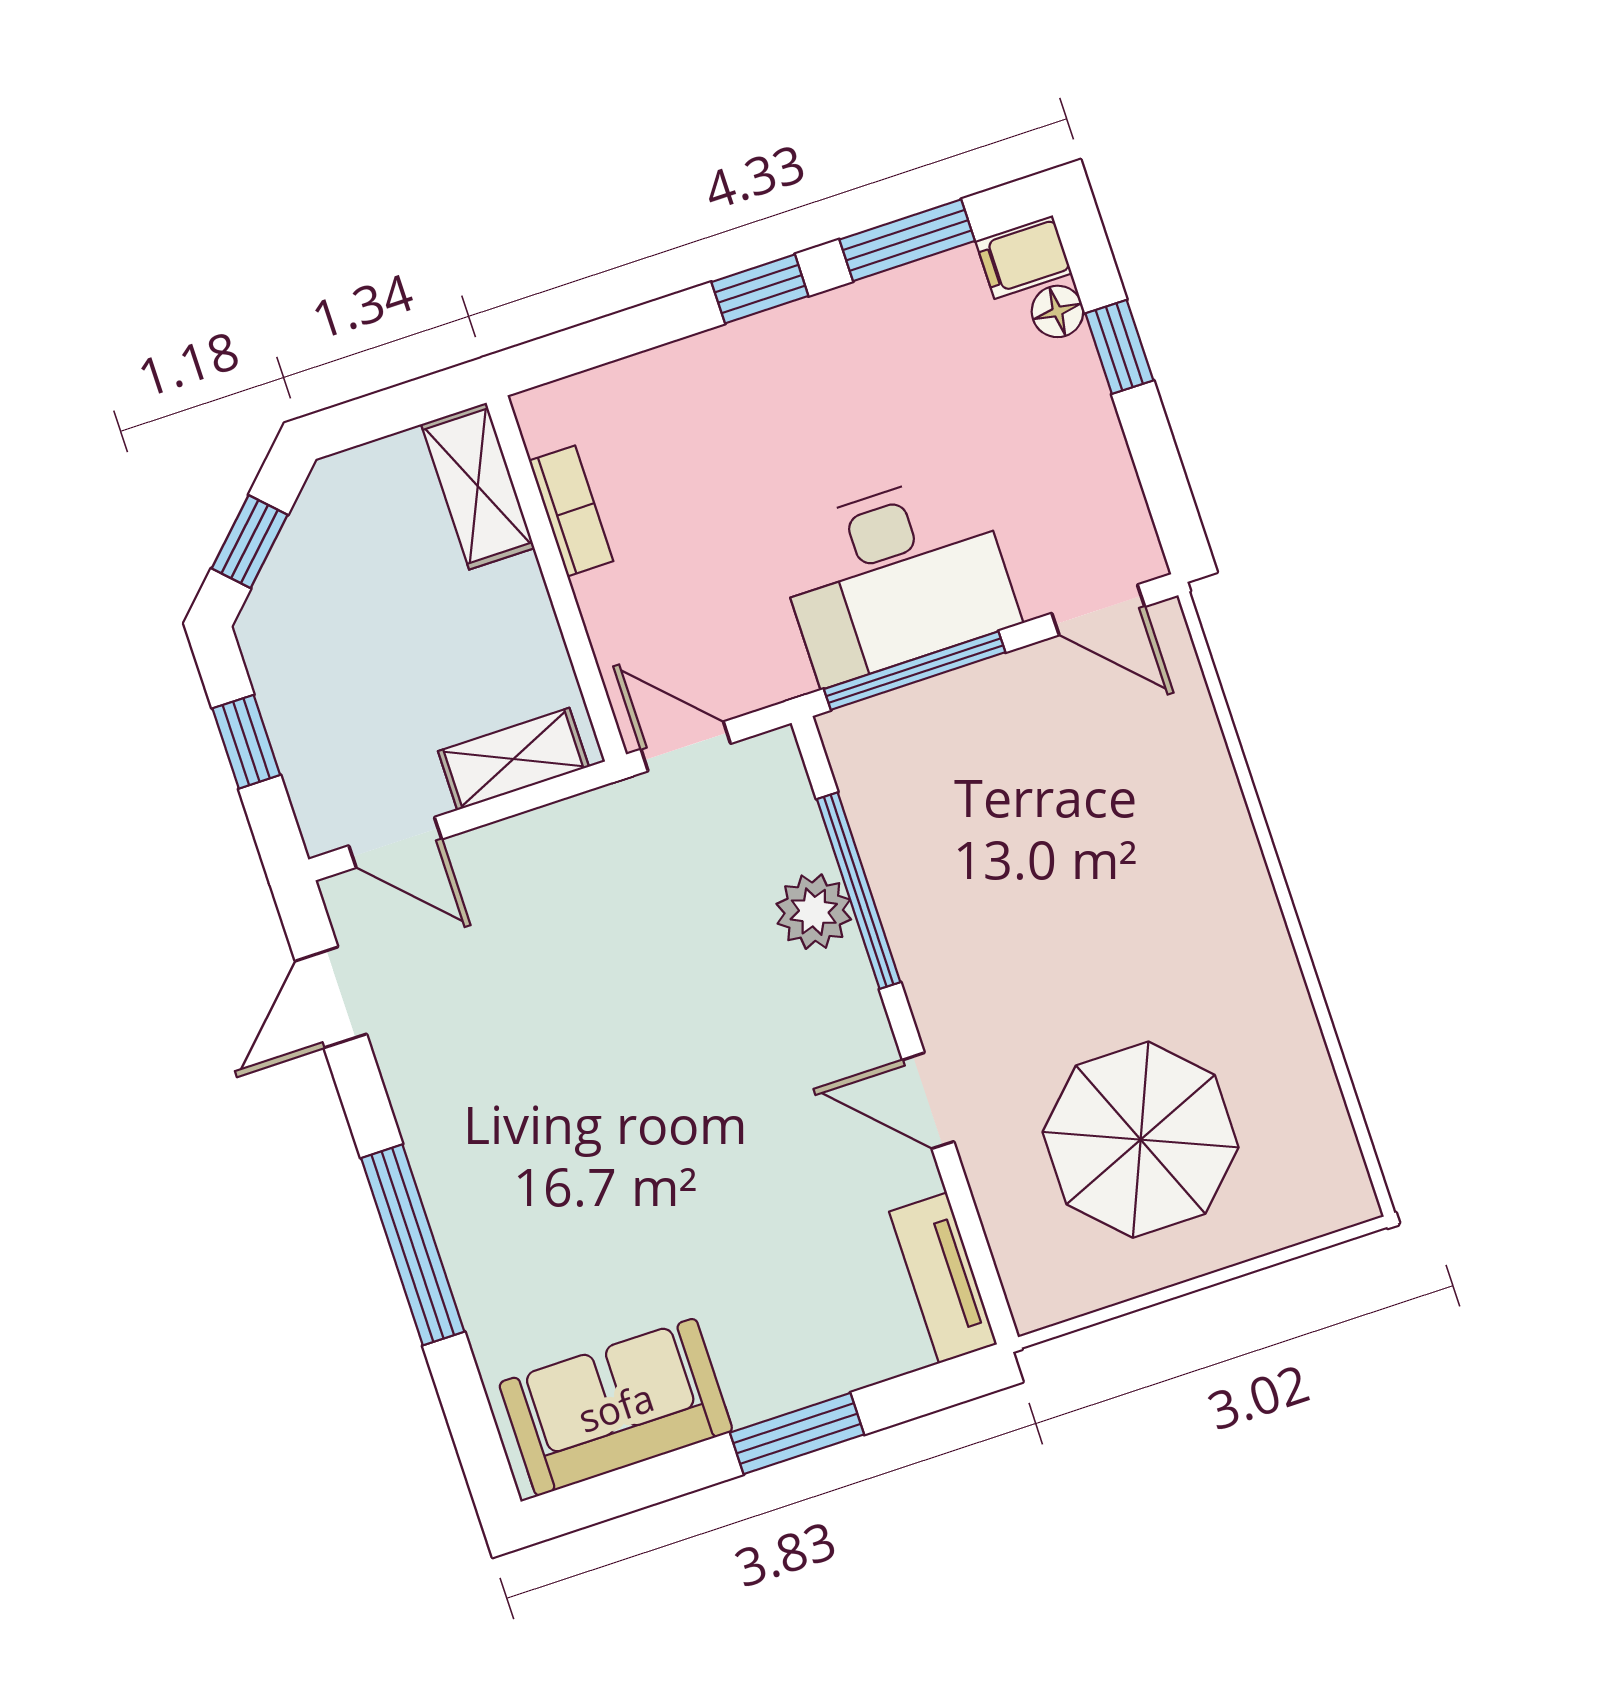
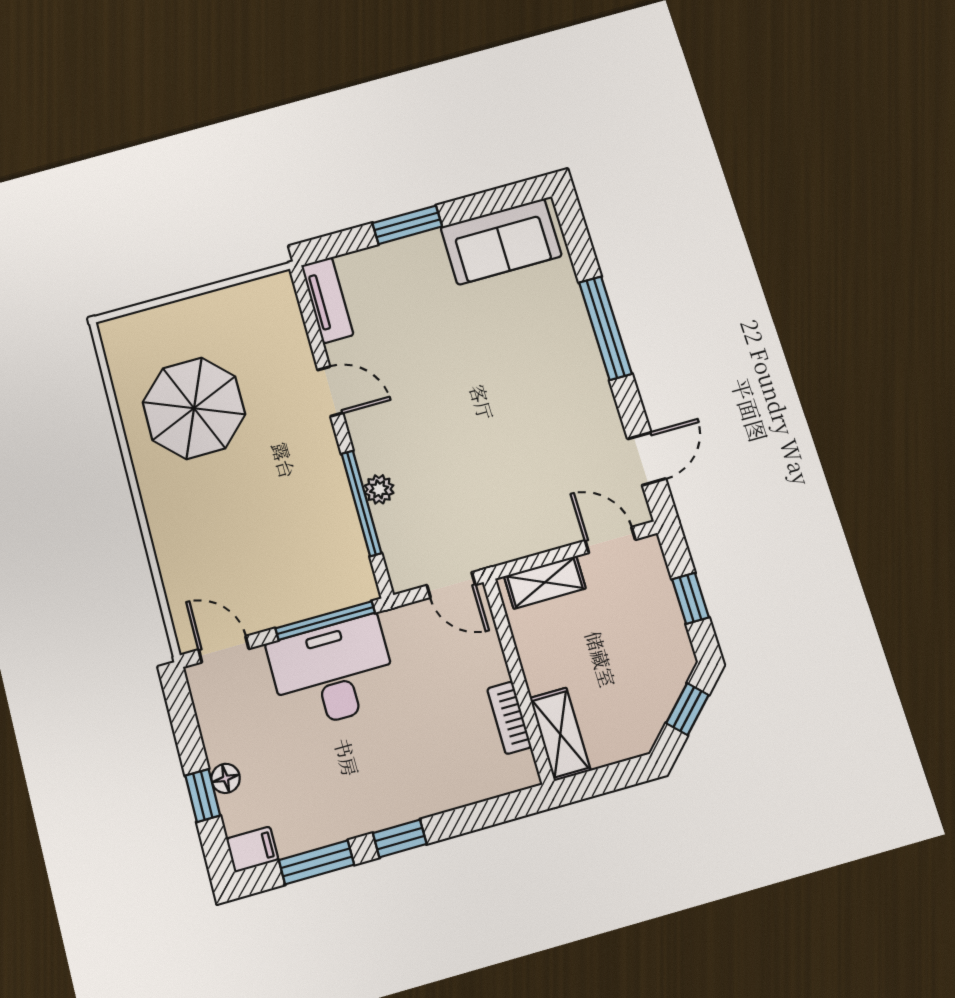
floor lamp: (1057, 311) -> (226, 778), moved
plant: (814, 912) -> (379, 489), width x0.73, depth x0.73
parasol: (1141, 1140) -> (194, 408), moved

